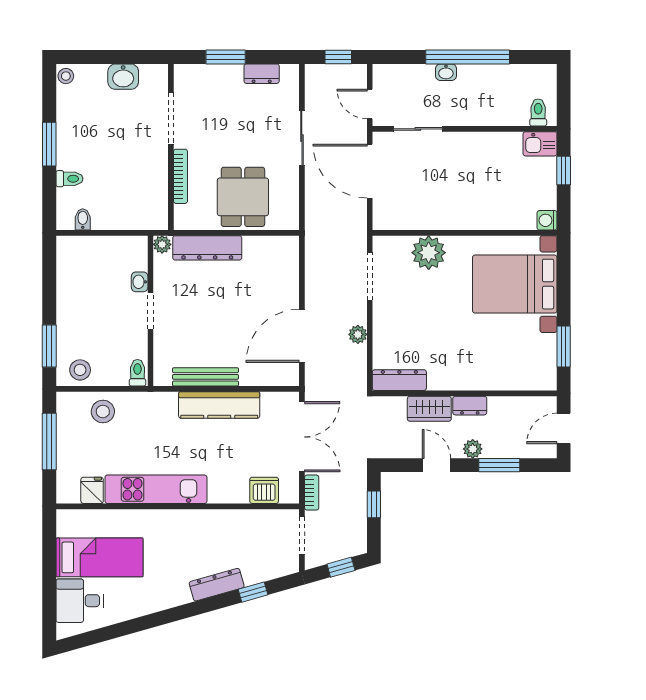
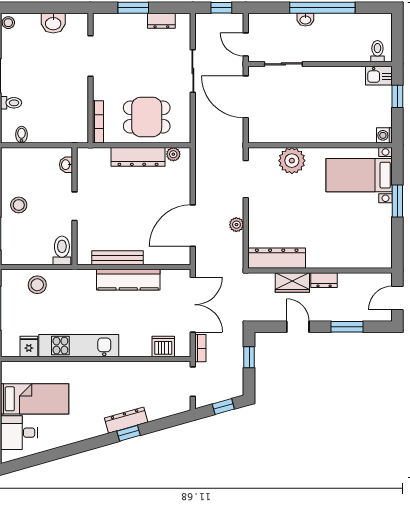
bookcase: (181, 176) -> (98, 122), moved
dining table: (243, 197) -> (147, 117), turned 90
plant: (162, 244) -> (173, 154), moved
dresser: (207, 248) -> (138, 157), moved
washbasin: (140, 282) -> (66, 165), moved
bed with nightstands: (515, 284) -> (359, 175), width x0.73
window: (564, 346) -> (397, 201), moved
stool: (80, 370) -> (19, 205), moved
toilet: (137, 373) -> (62, 250), width x1.37, depth x1.39
dresser: (399, 380) -> (277, 258), width x1.37, depth x1.24
plant: (473, 449) -> (326, 314), removed
window: (253, 592) -> (129, 433), moved

